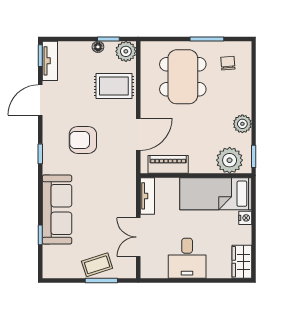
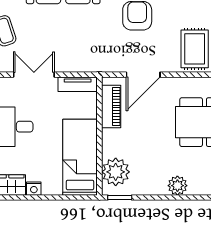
plant: (242, 124) -> (177, 186), moved
door: (138, 134) -> (143, 75), hinge flipped
nightstand: (245, 218) -> (34, 189), moved

